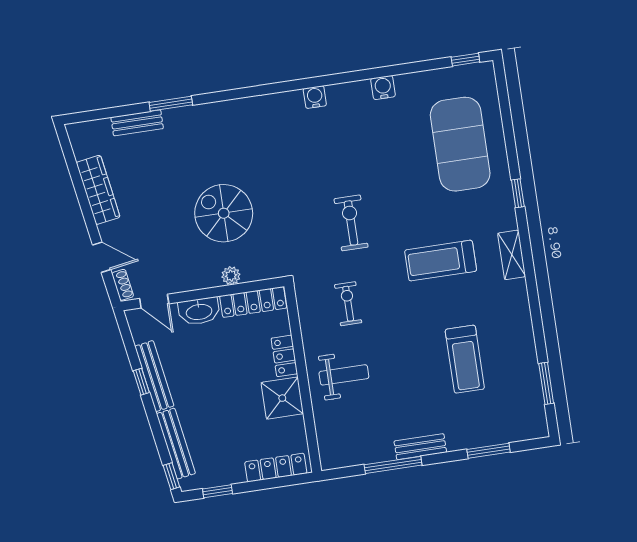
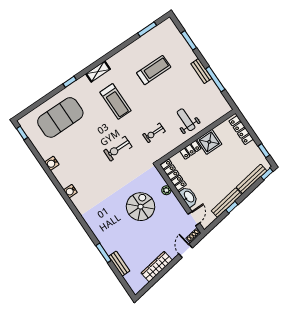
spiral stairs: (224, 213) -> (141, 207), turned 180

